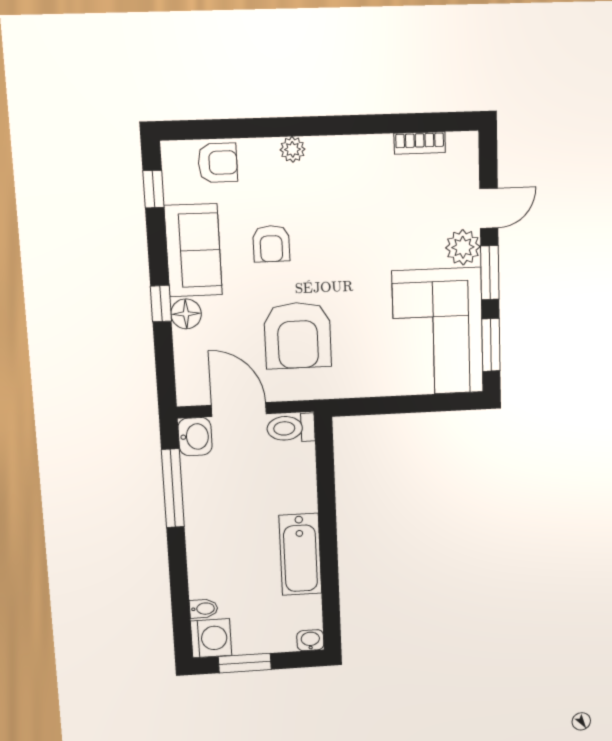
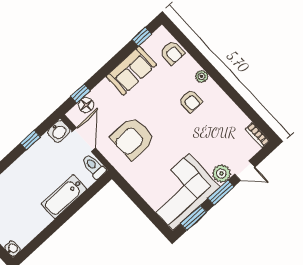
bookcase: (420, 143) -> (257, 135), moved
armchair: (271, 244) -> (190, 101), moved, turned -90
window: (161, 304) -> (80, 93), moved
floor lamp: (186, 314) -> (86, 105), moved
window: (173, 488) -> (30, 140), width x0.46
bathtub: (300, 554) -> (64, 197), moved

